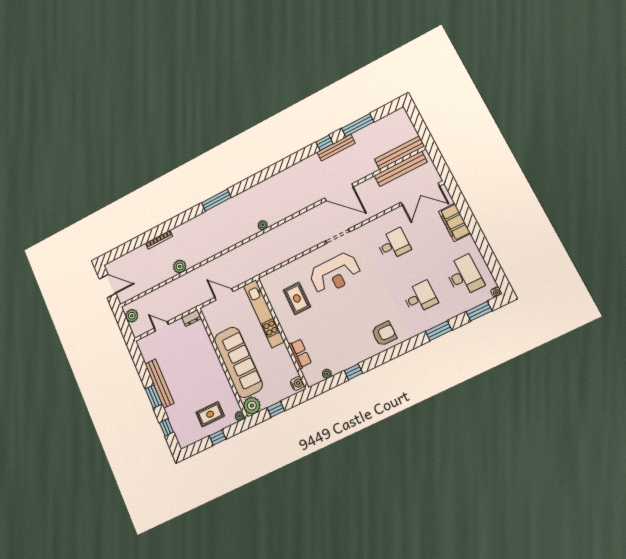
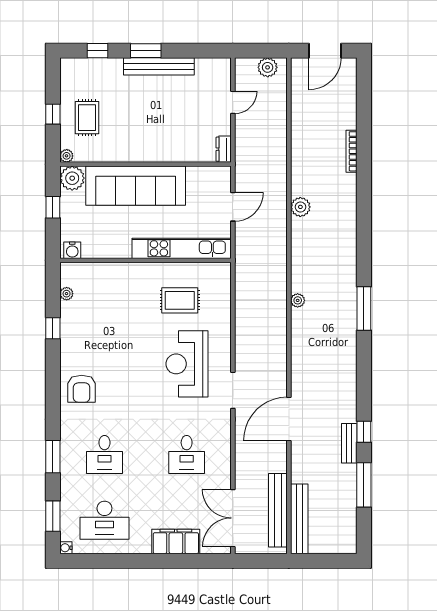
bench: (336, 148) -> (349, 443), width x0.73
window: (216, 200) -> (364, 309), moved
plant: (180, 266) -> (300, 207), moved
row of seats: (300, 354) -> (108, 271), removed

